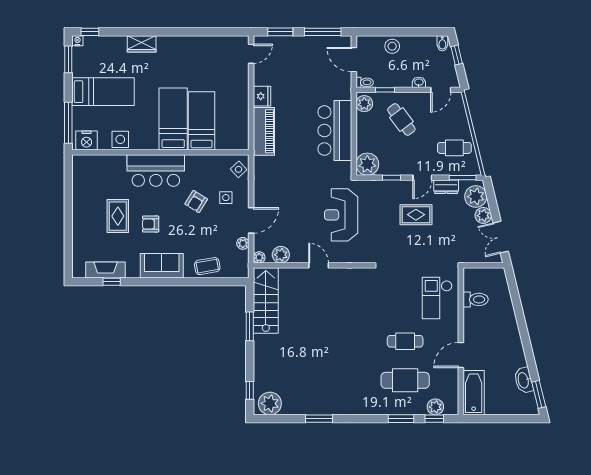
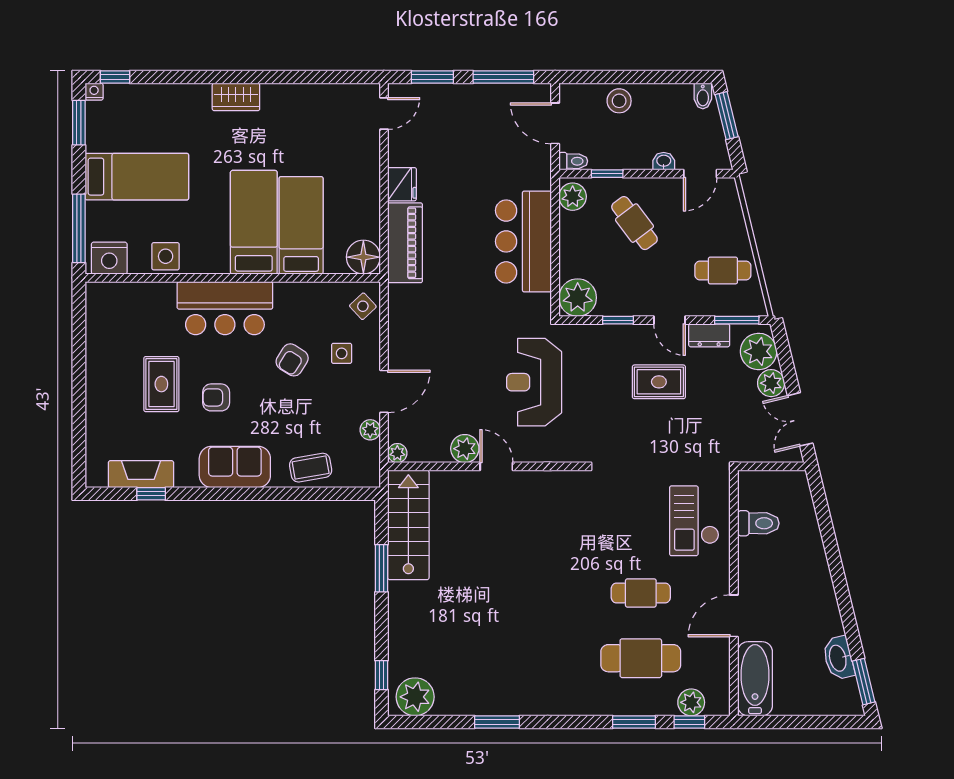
wardrobe: (142, 44) -> (236, 97), moved
window: (457, 55) -> (727, 116), width x1.50
floor lamp: (239, 140) -> (363, 257), added
door: (422, 178) -> (670, 320), hinge flipped
plant: (281, 255) -> (465, 449), moved

